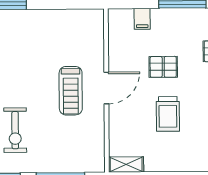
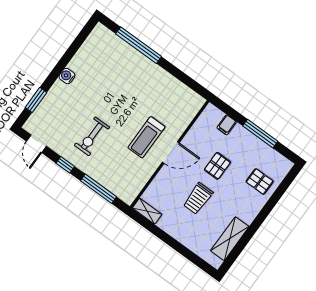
pallet: (163, 67) -> (217, 166), turned 90

